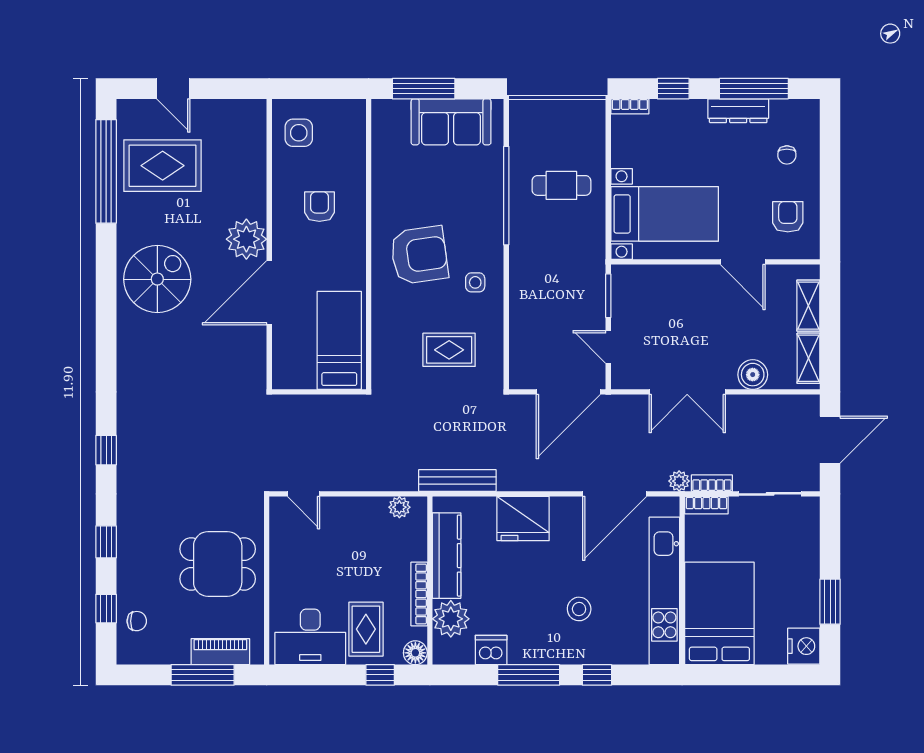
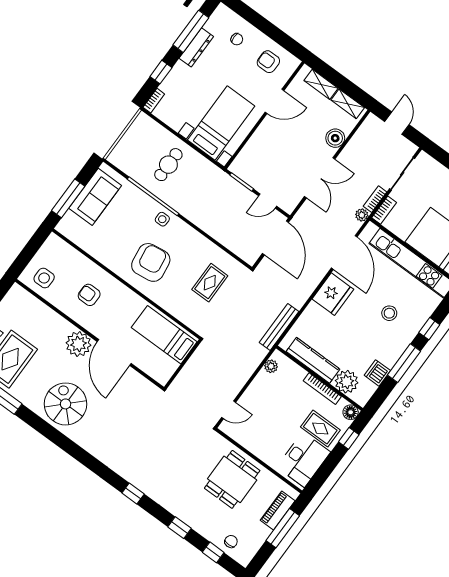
side table: (475, 282) -> (162, 219), moved
door: (830, 440) -> (397, 123), width x0.73
fridge: (523, 519) -> (333, 294), moved

